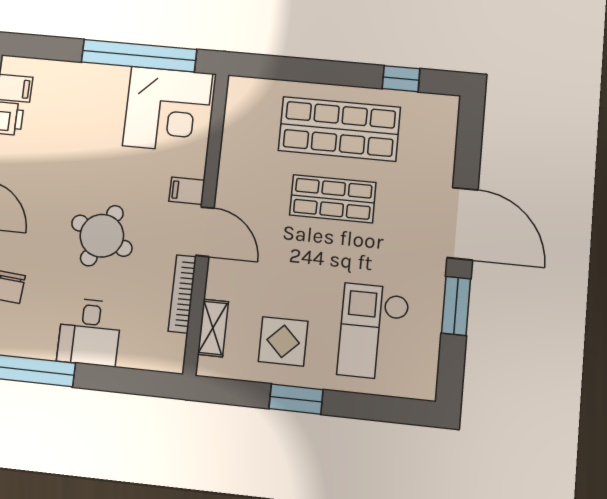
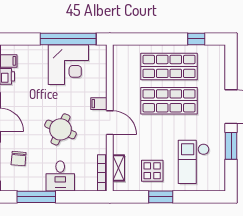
corner desk: (168, 110) -> (68, 65), moved
shop shelf: (333, 199) -> (169, 101), width x1.43, depth x1.36
bookcase: (182, 294) -> (102, 173), moved

